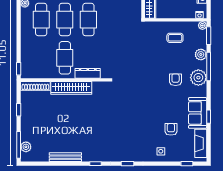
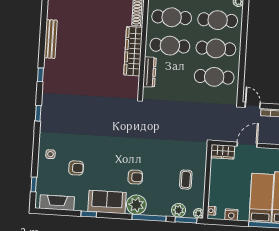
plant: (201, 55) -> (179, 210), moved
cafe table: (41, 58) -> (172, 17), added
sofa: (198, 113) -> (107, 202), moved

